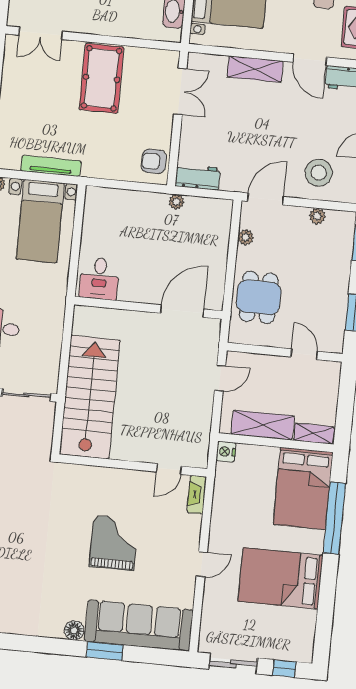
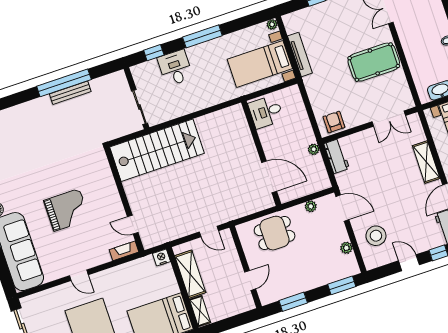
desk: (99, 279) -> (266, 112), moved
wall: (148, 308) -> (261, 153), moved
door: (182, 311) -> (269, 177), moved

